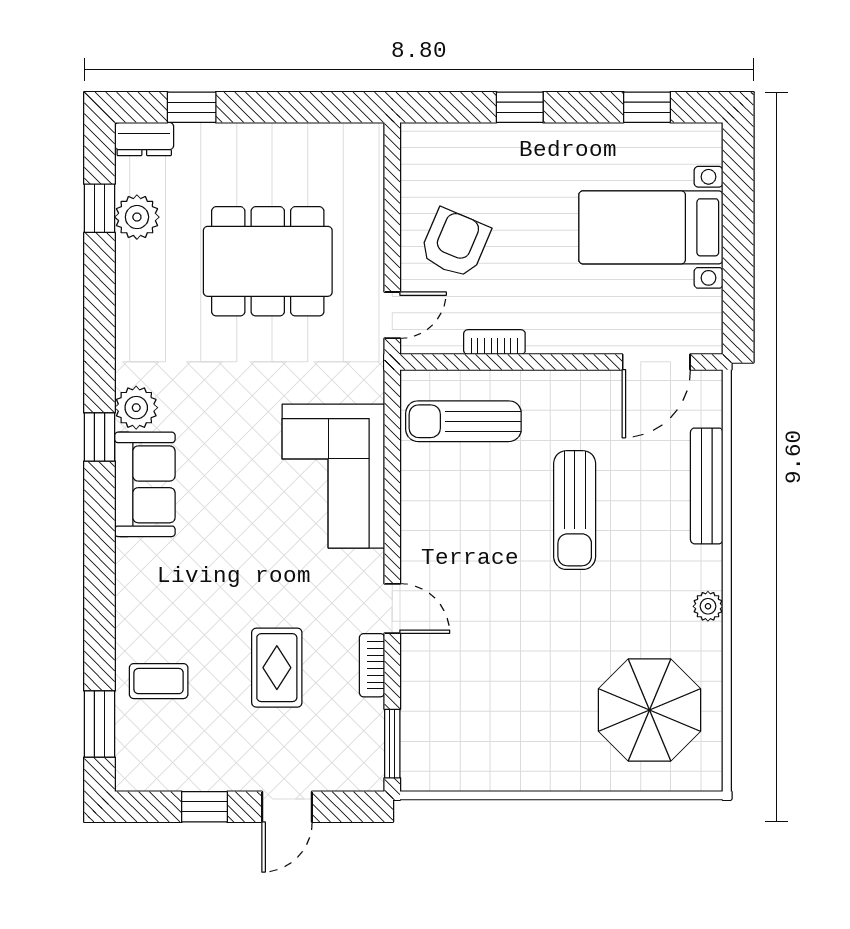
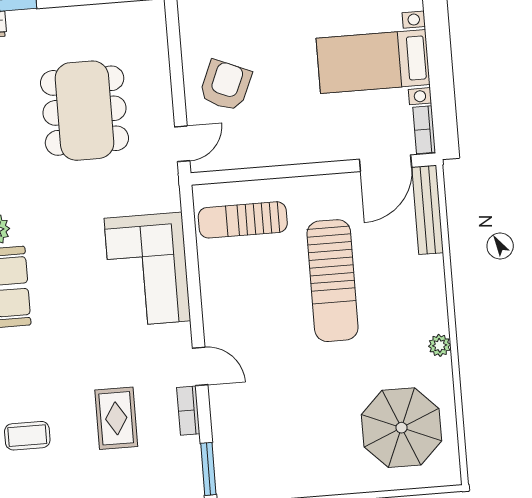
dining table: (268, 261) -> (85, 111), turned 90
bookcase: (494, 342) -> (424, 130), moved, turned -90
bench: (707, 486) -> (428, 210), moved
sun lounger: (575, 510) -> (333, 281), width x1.36, depth x1.34

